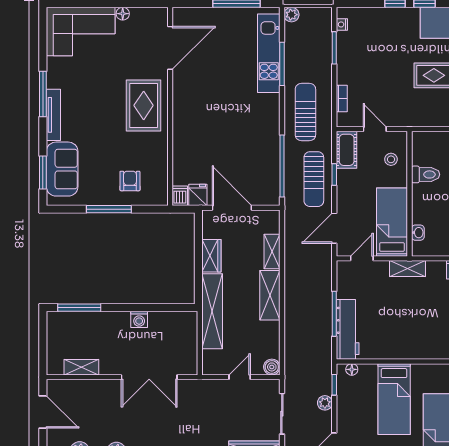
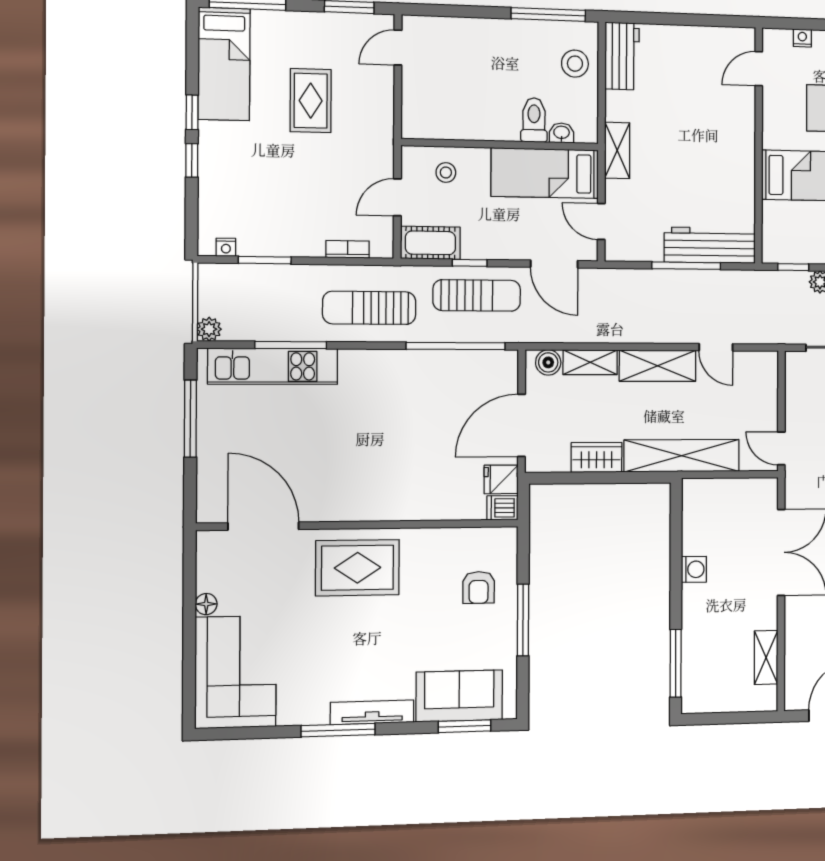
toilet: (426, 174) -> (534, 120), moved
armchair: (130, 181) -> (479, 587), turned -90
door: (282, 333) -> (716, 347), added
boiler: (272, 367) -> (548, 362), moved
floor lamp: (352, 369) -> (770, 240), removed
door: (240, 377) -> (781, 448), moved

